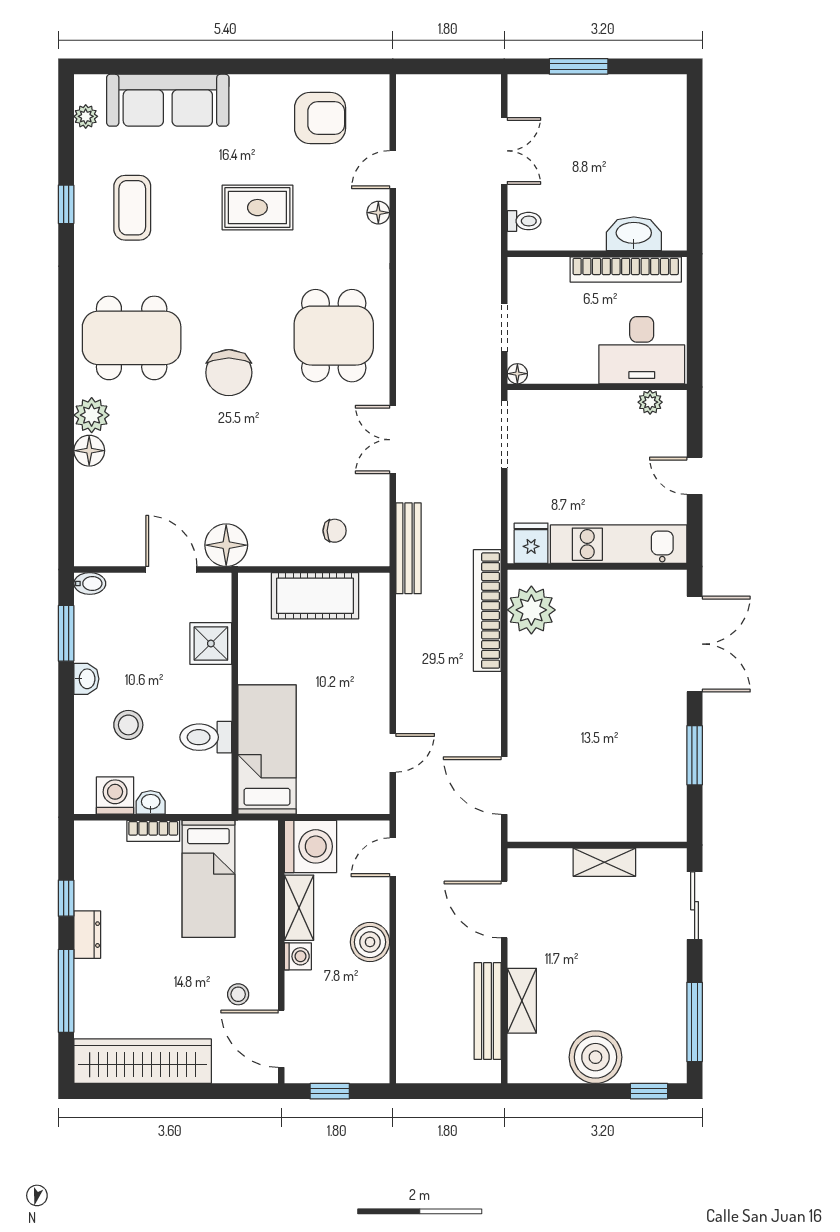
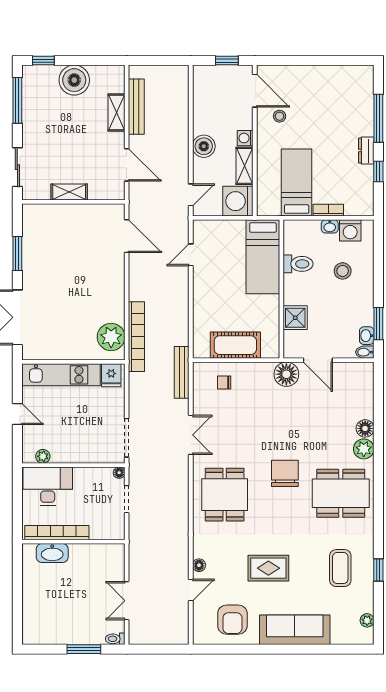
sofa: (168, 100) -> (295, 630), moved
armchair: (320, 118) -> (232, 620), turned -90
toilet: (524, 221) -> (115, 639), moved
washbasin: (86, 679) -> (367, 336), moved
wardrobe: (143, 1061) -> (334, 78), removed

